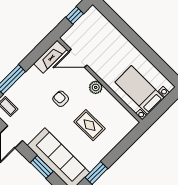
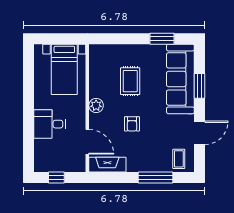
desk: (114, 45) -> (50, 124), added

